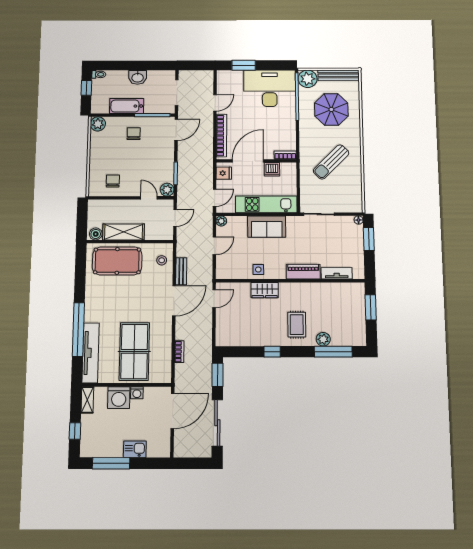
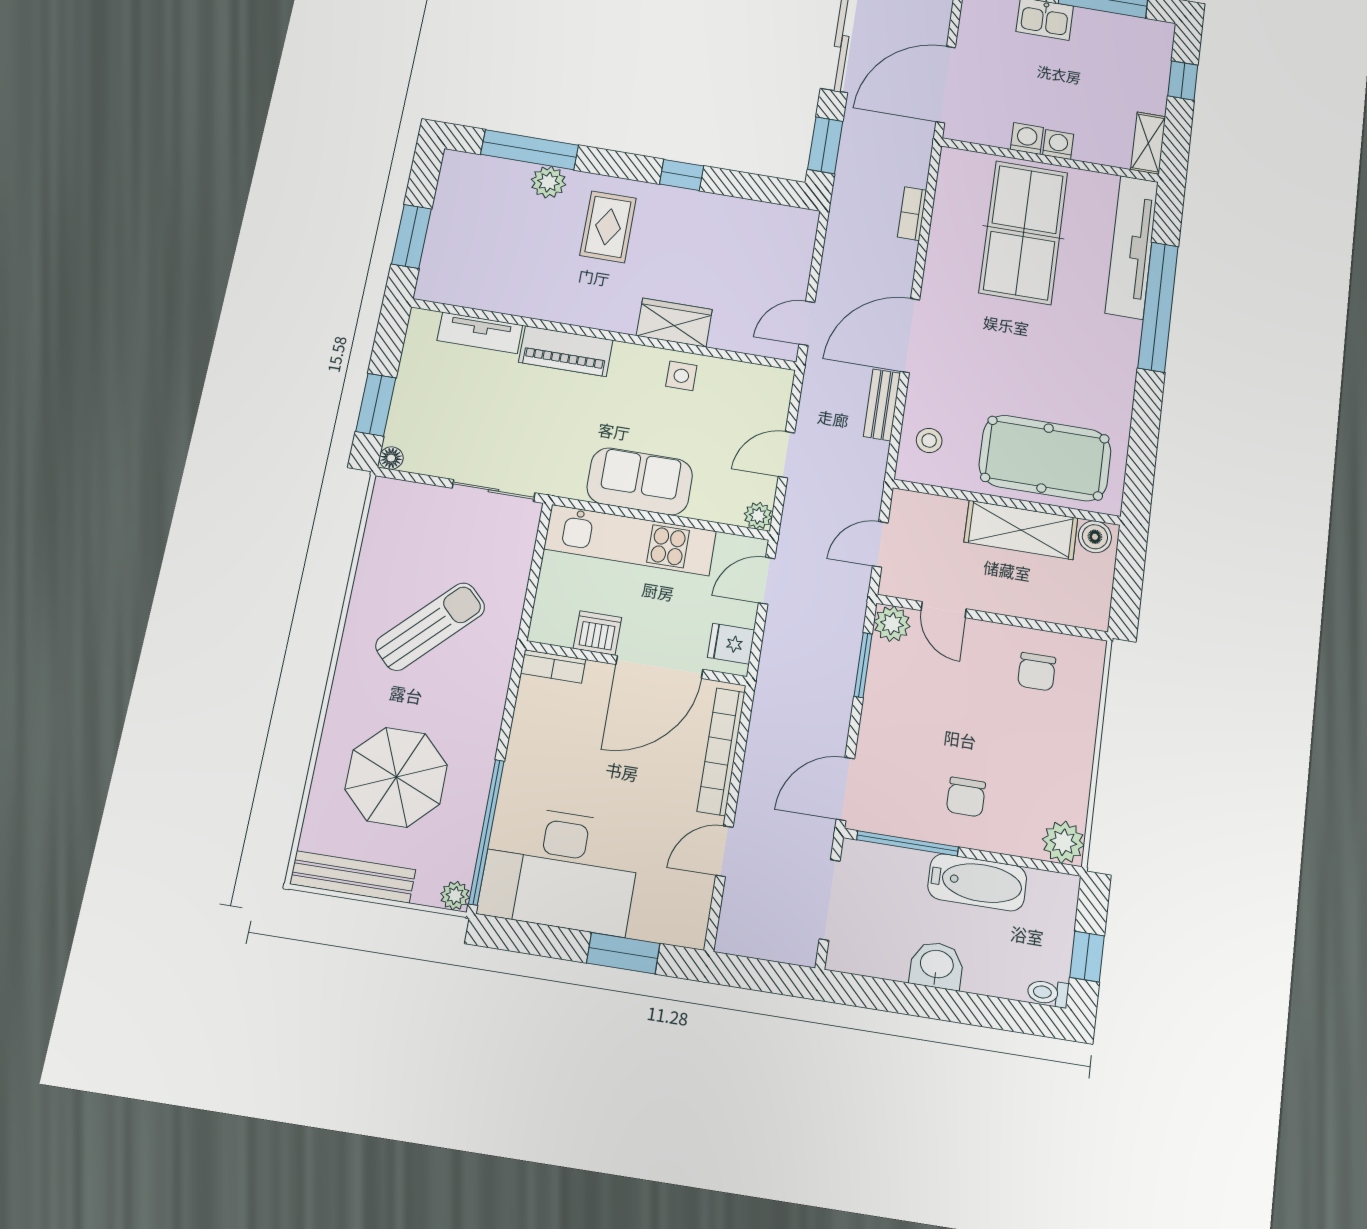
plant: (308, 79) -> (455, 896), width x0.53, depth x0.53
washing machine: (119, 398) -> (1058, 145), width x0.53, depth x0.53

